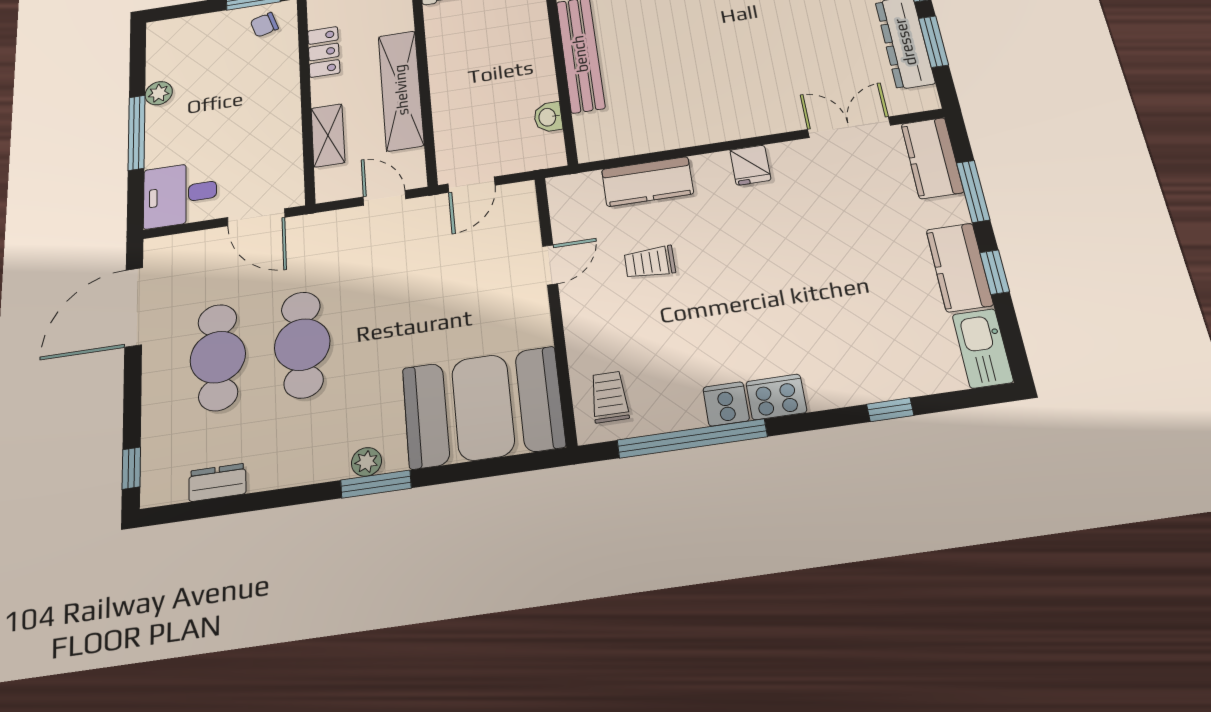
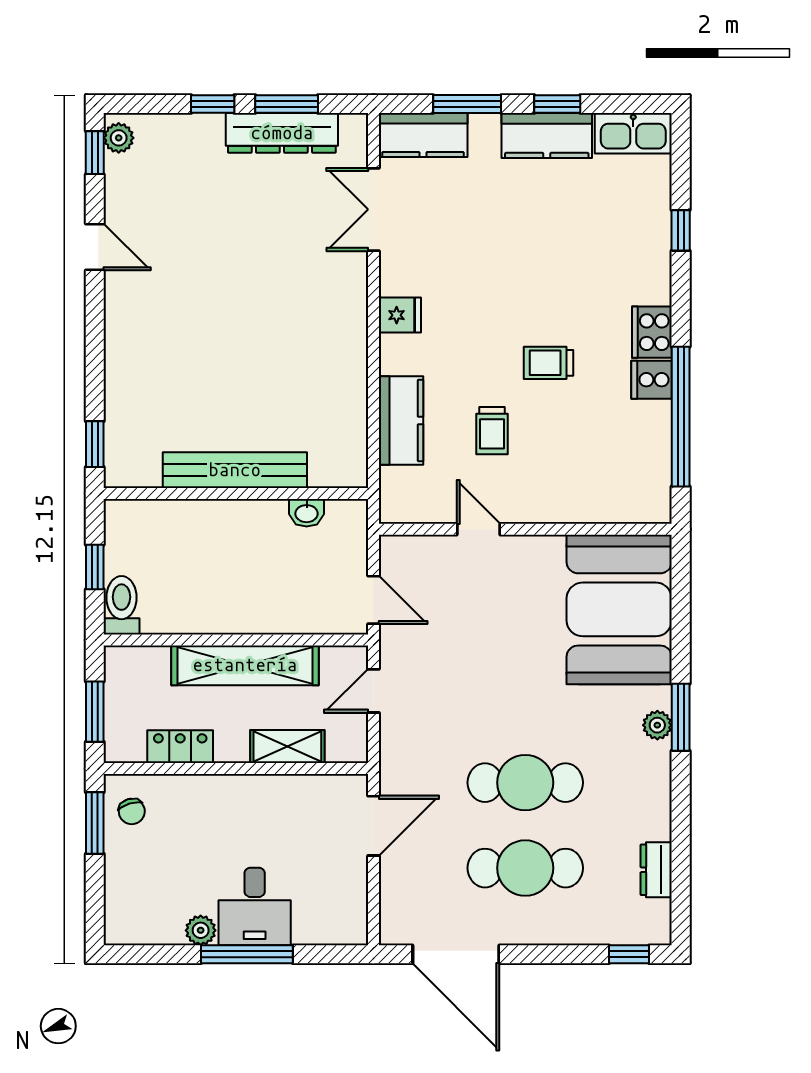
desk: (180, 194) -> (255, 906), moved
trolley: (609, 397) -> (549, 363), moved

